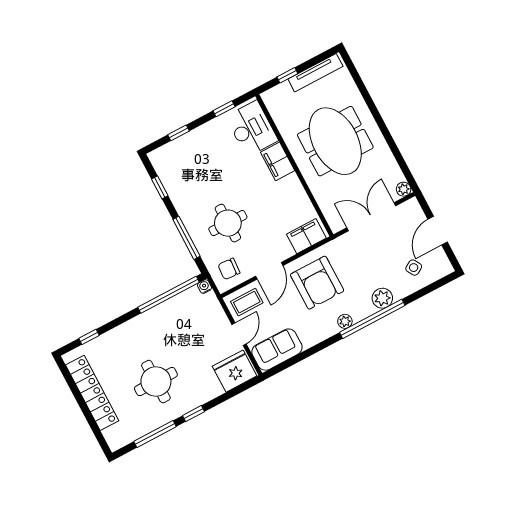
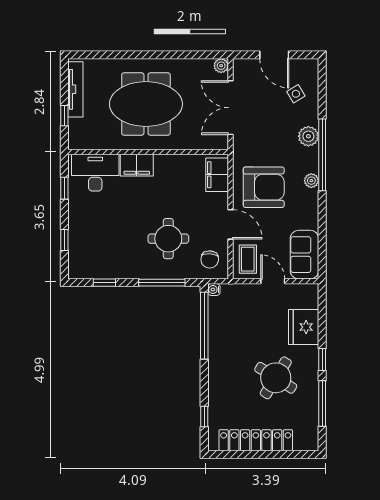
fridge: (235, 371) -> (304, 327), moved
round table: (156, 382) -> (276, 378), turned 32

